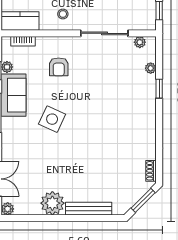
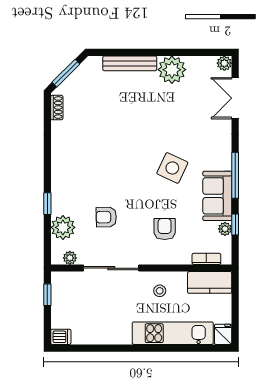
plant: (151, 68) -> (63, 227), width x1.88, depth x1.88
armchair: (109, 77) -> (106, 217), added

